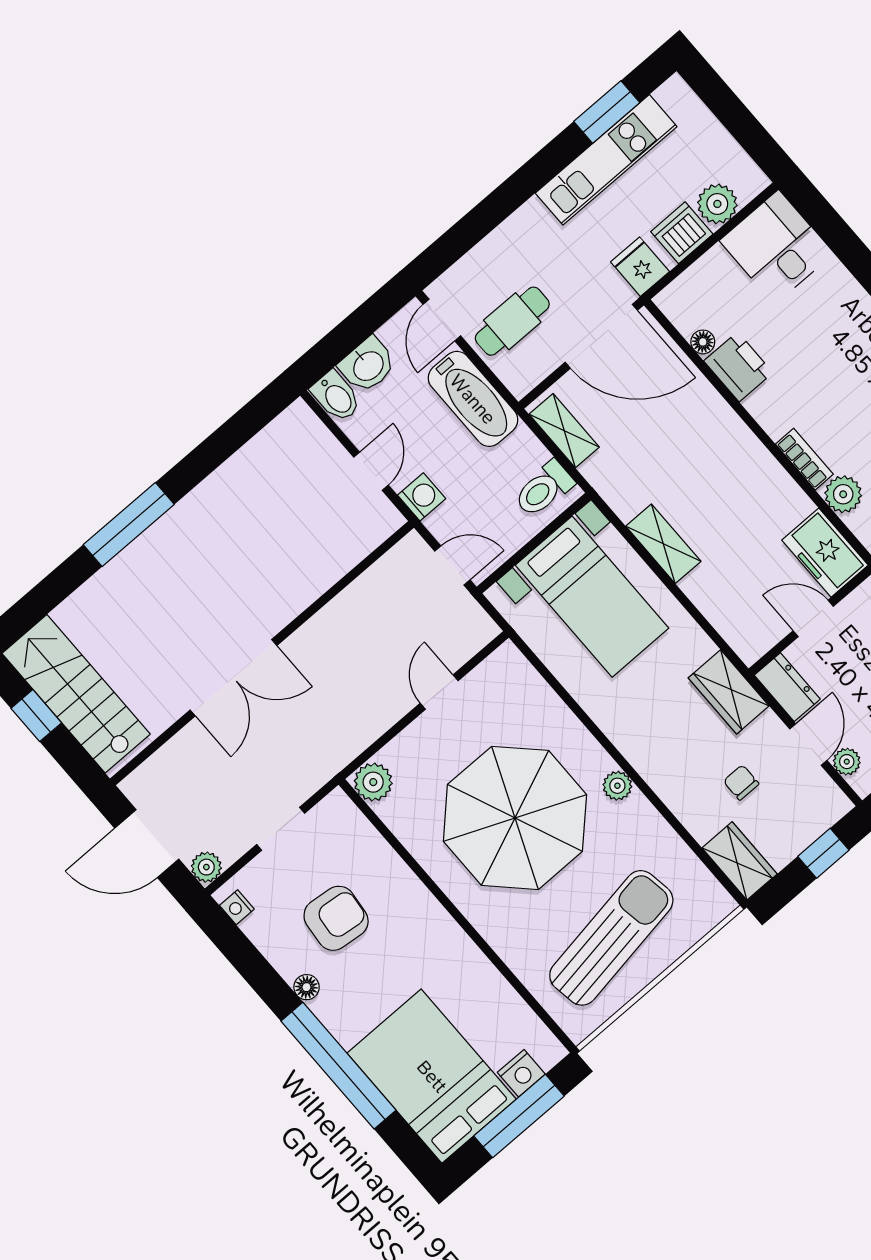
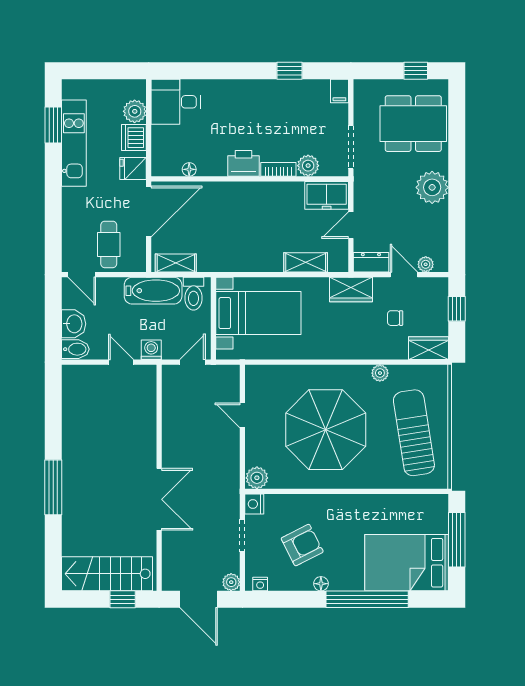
printer: (738, 367) -> (244, 163), moved
bathtub: (473, 399) -> (153, 291), moved
shelving: (663, 544) -> (306, 262), moved
window: (36, 716) -> (123, 599), moved
plant: (617, 786) -> (380, 373), moved
door: (147, 844) -> (199, 599), hinge flipped
armchair: (336, 918) -> (302, 545), turned 57
nightstand: (521, 1073) -> (254, 504), moved, turned 180

